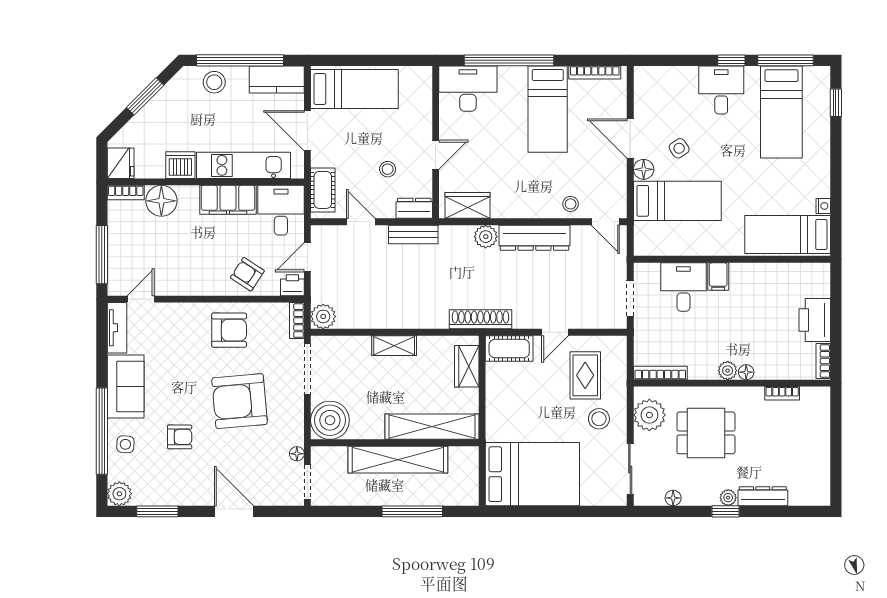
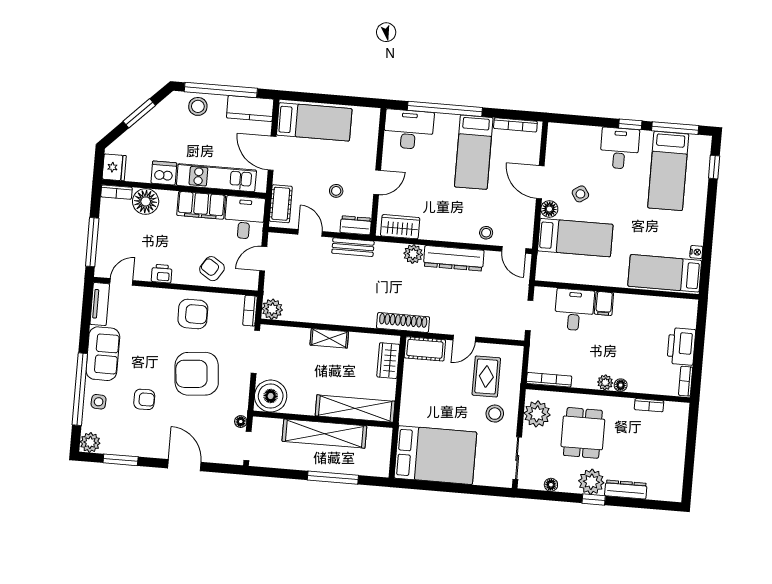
printer: (292, 285) -> (162, 274), moved
dining table: (706, 433) -> (583, 433), turned 90
plant: (728, 498) -> (591, 482), width x1.87, depth x1.87

